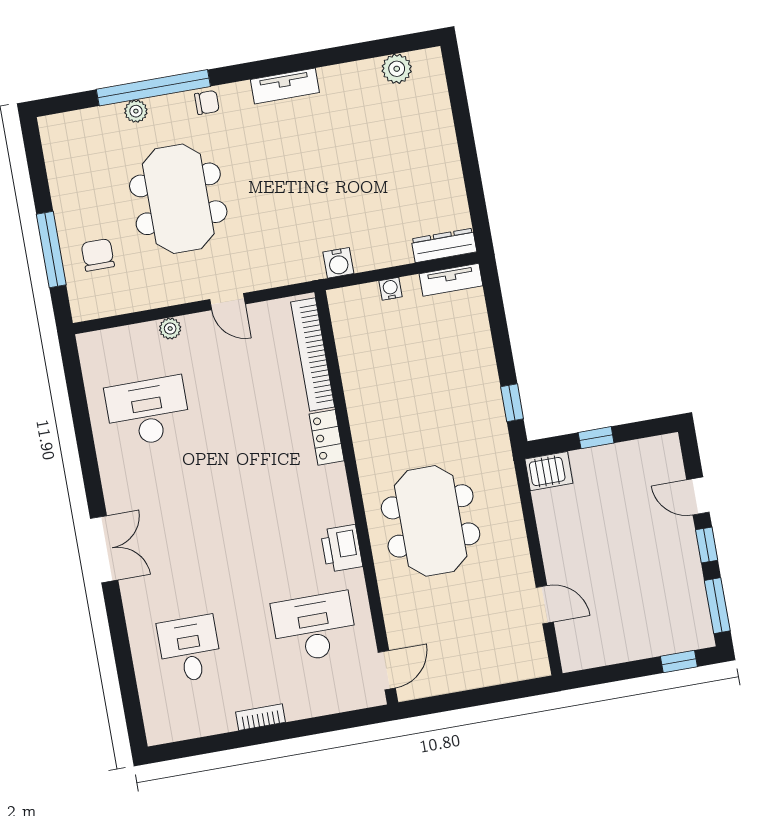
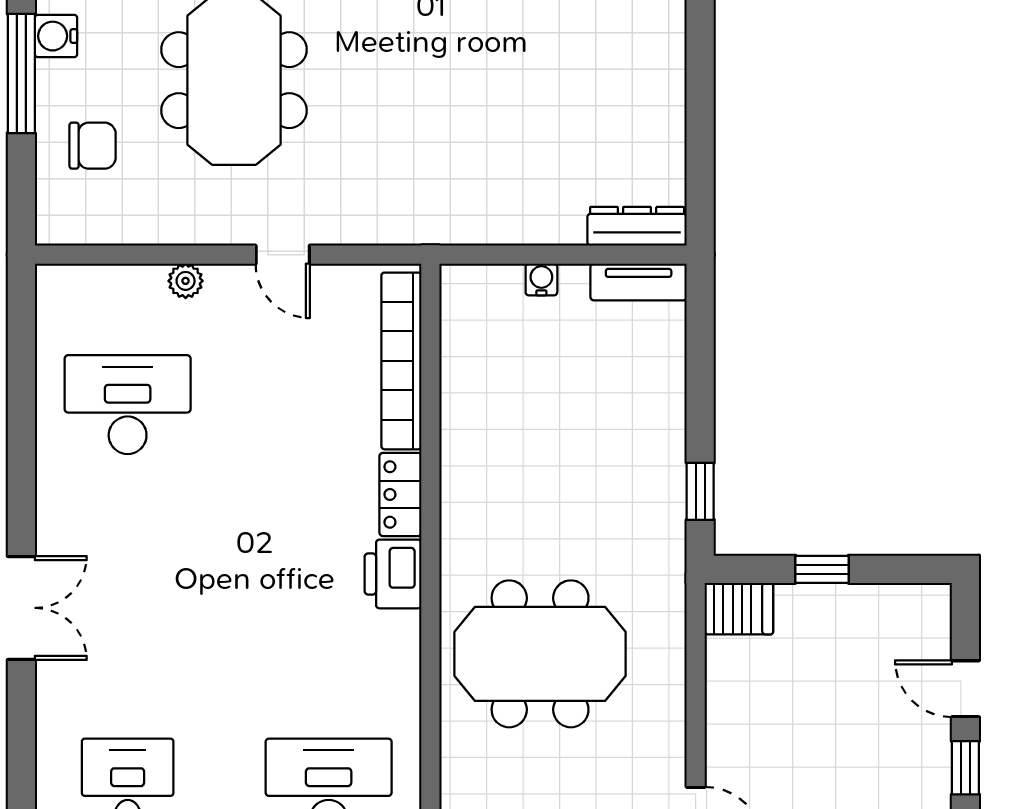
window: (51, 249) -> (21, 73), moved
chair: (98, 255) -> (93, 146), turned 90
water cooler: (338, 263) -> (56, 36), moved, turned 90
meeting table: (431, 521) -> (540, 654), turned 90
printer: (341, 548) -> (393, 574), moved

